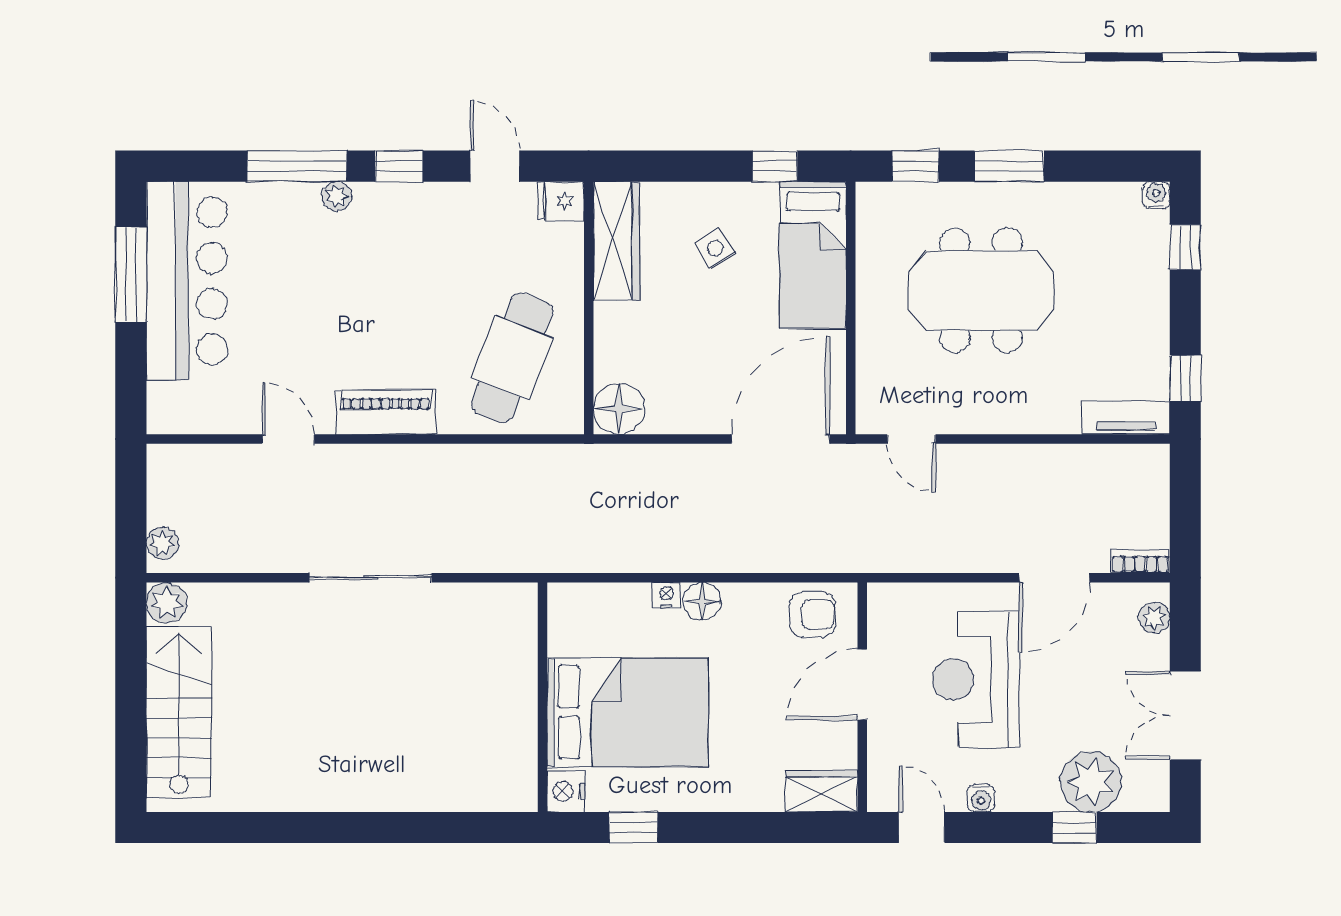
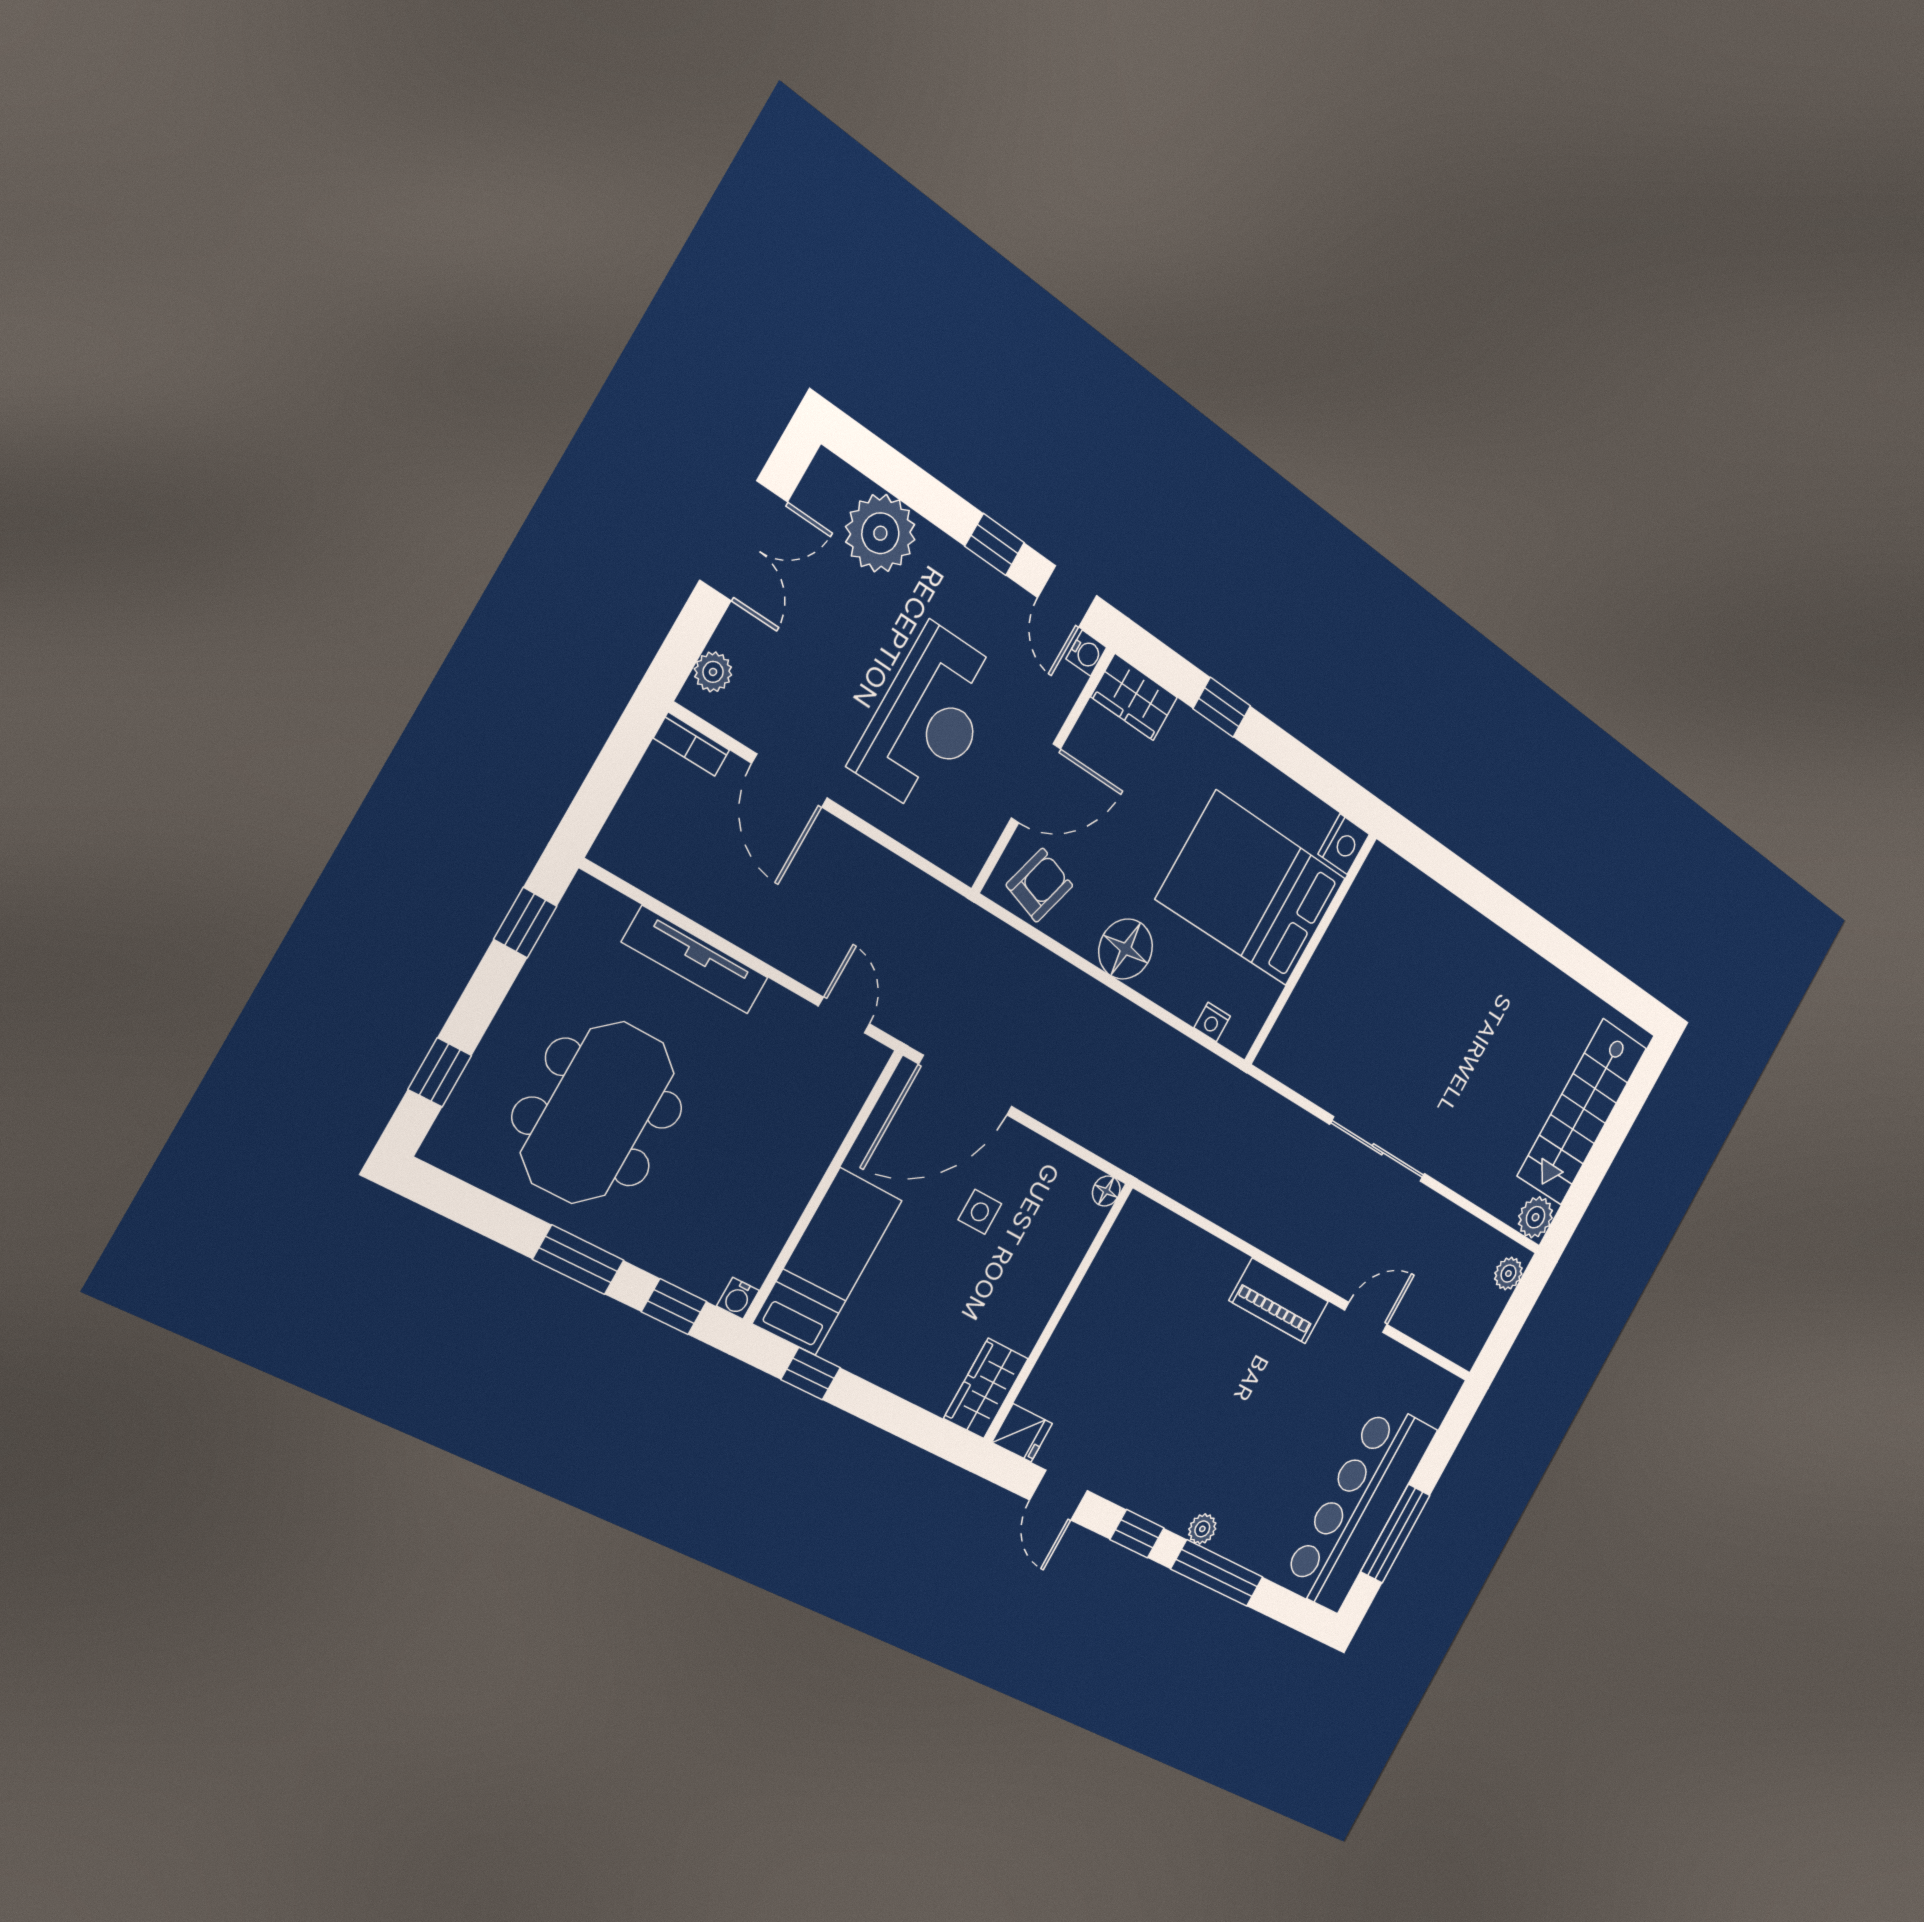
water cooler: (1156, 195) -> (738, 1298), moved
wardrobe: (616, 241) -> (986, 1388), width x0.67
side table: (715, 248) -> (980, 1212), moved, turned 33
meeting table: (981, 290) -> (598, 1113), moved, turned 90
cafe table: (512, 358) -> (1150, 1298), removed
floor lamp: (619, 409) -> (1106, 1191), width x0.53, depth x0.53
tv unit: (1126, 418) -> (695, 960), moved, width x1.41
door: (288, 439) -> (1366, 1317), swing flipped
door: (1054, 578) -> (790, 781), swing flipped
nightstand: (666, 595) -> (1212, 1022), moved
floor lamp: (702, 601) -> (1126, 949), width x1.38, depth x1.38
armchair: (812, 615) -> (1040, 885), turned 107
water cooler: (981, 798) -> (1086, 653), moved, turned 90
window: (633, 827) -> (1222, 707), moved
window: (1074, 827) -> (995, 544), moved

